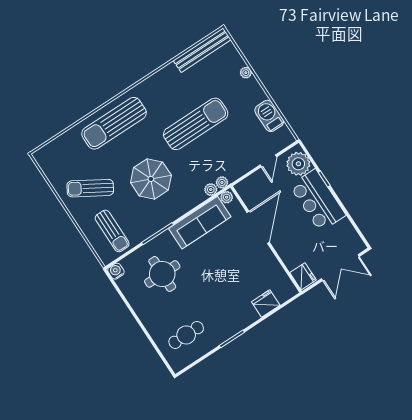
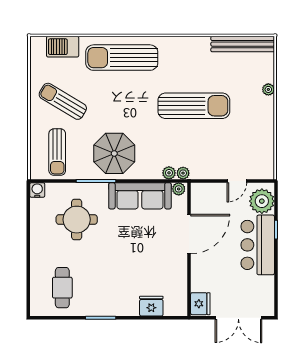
barbecue: (269, 116) -> (63, 47), moved, turned -90
parasol: (151, 179) -> (114, 153), moved
cafe table: (186, 335) -> (62, 288), turned 90

